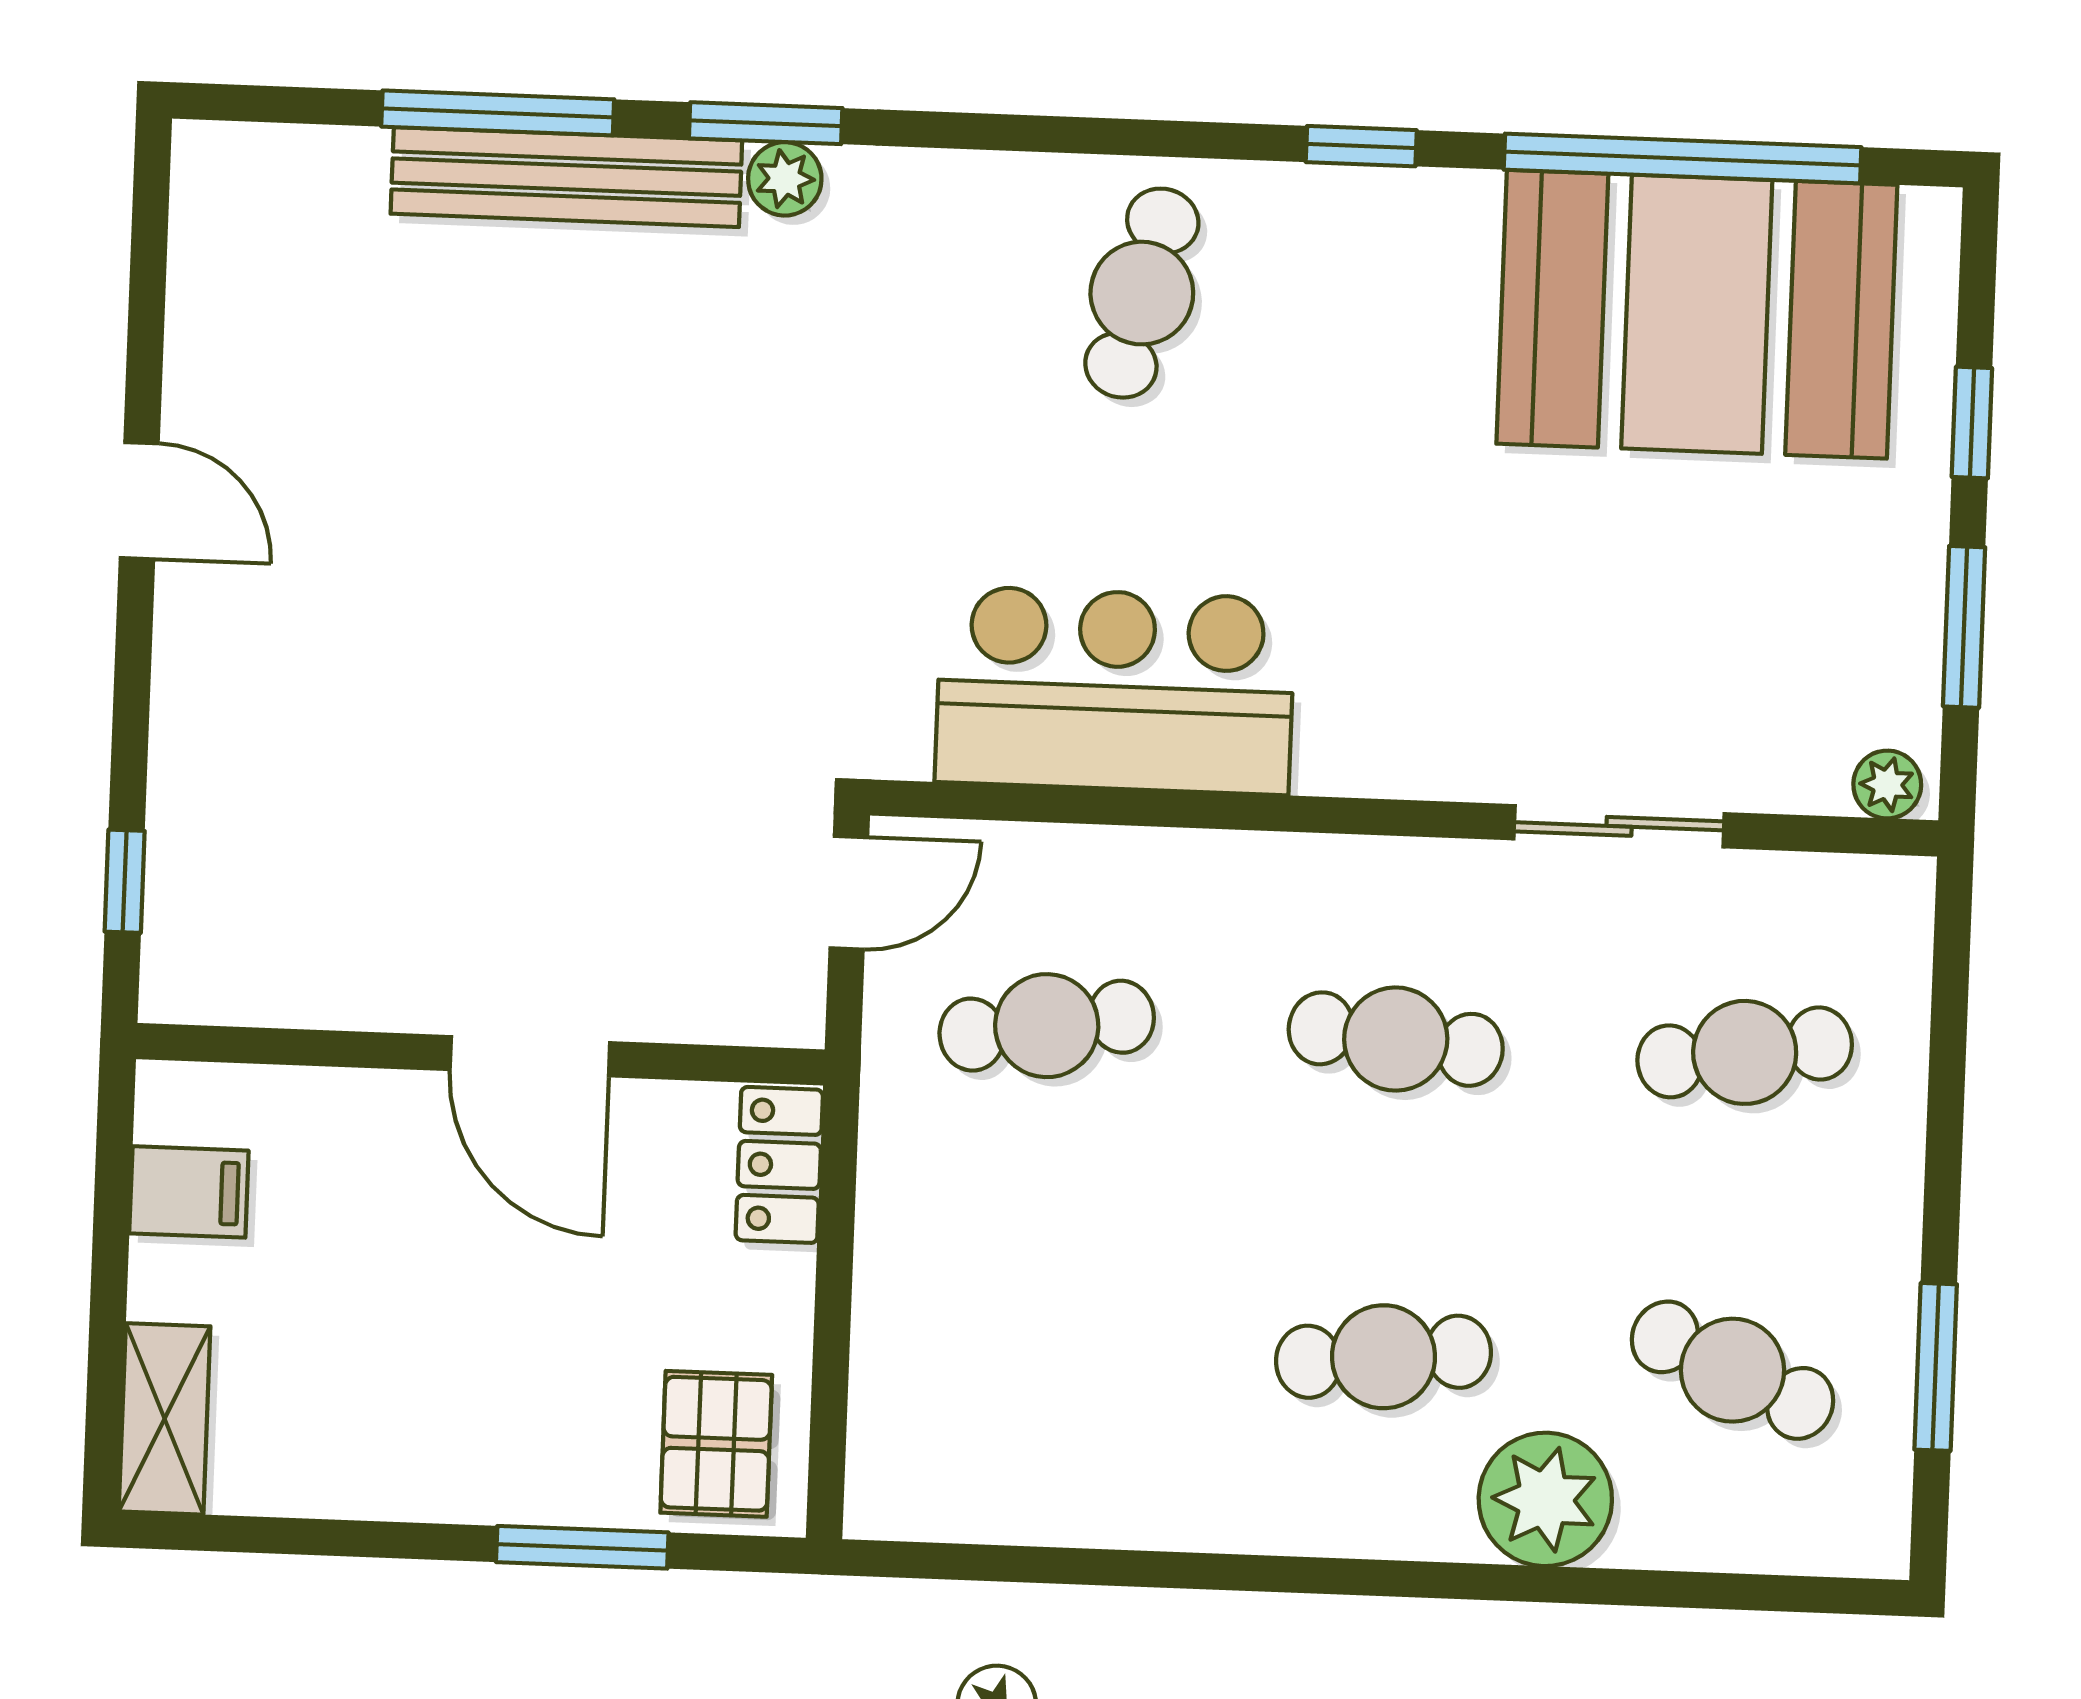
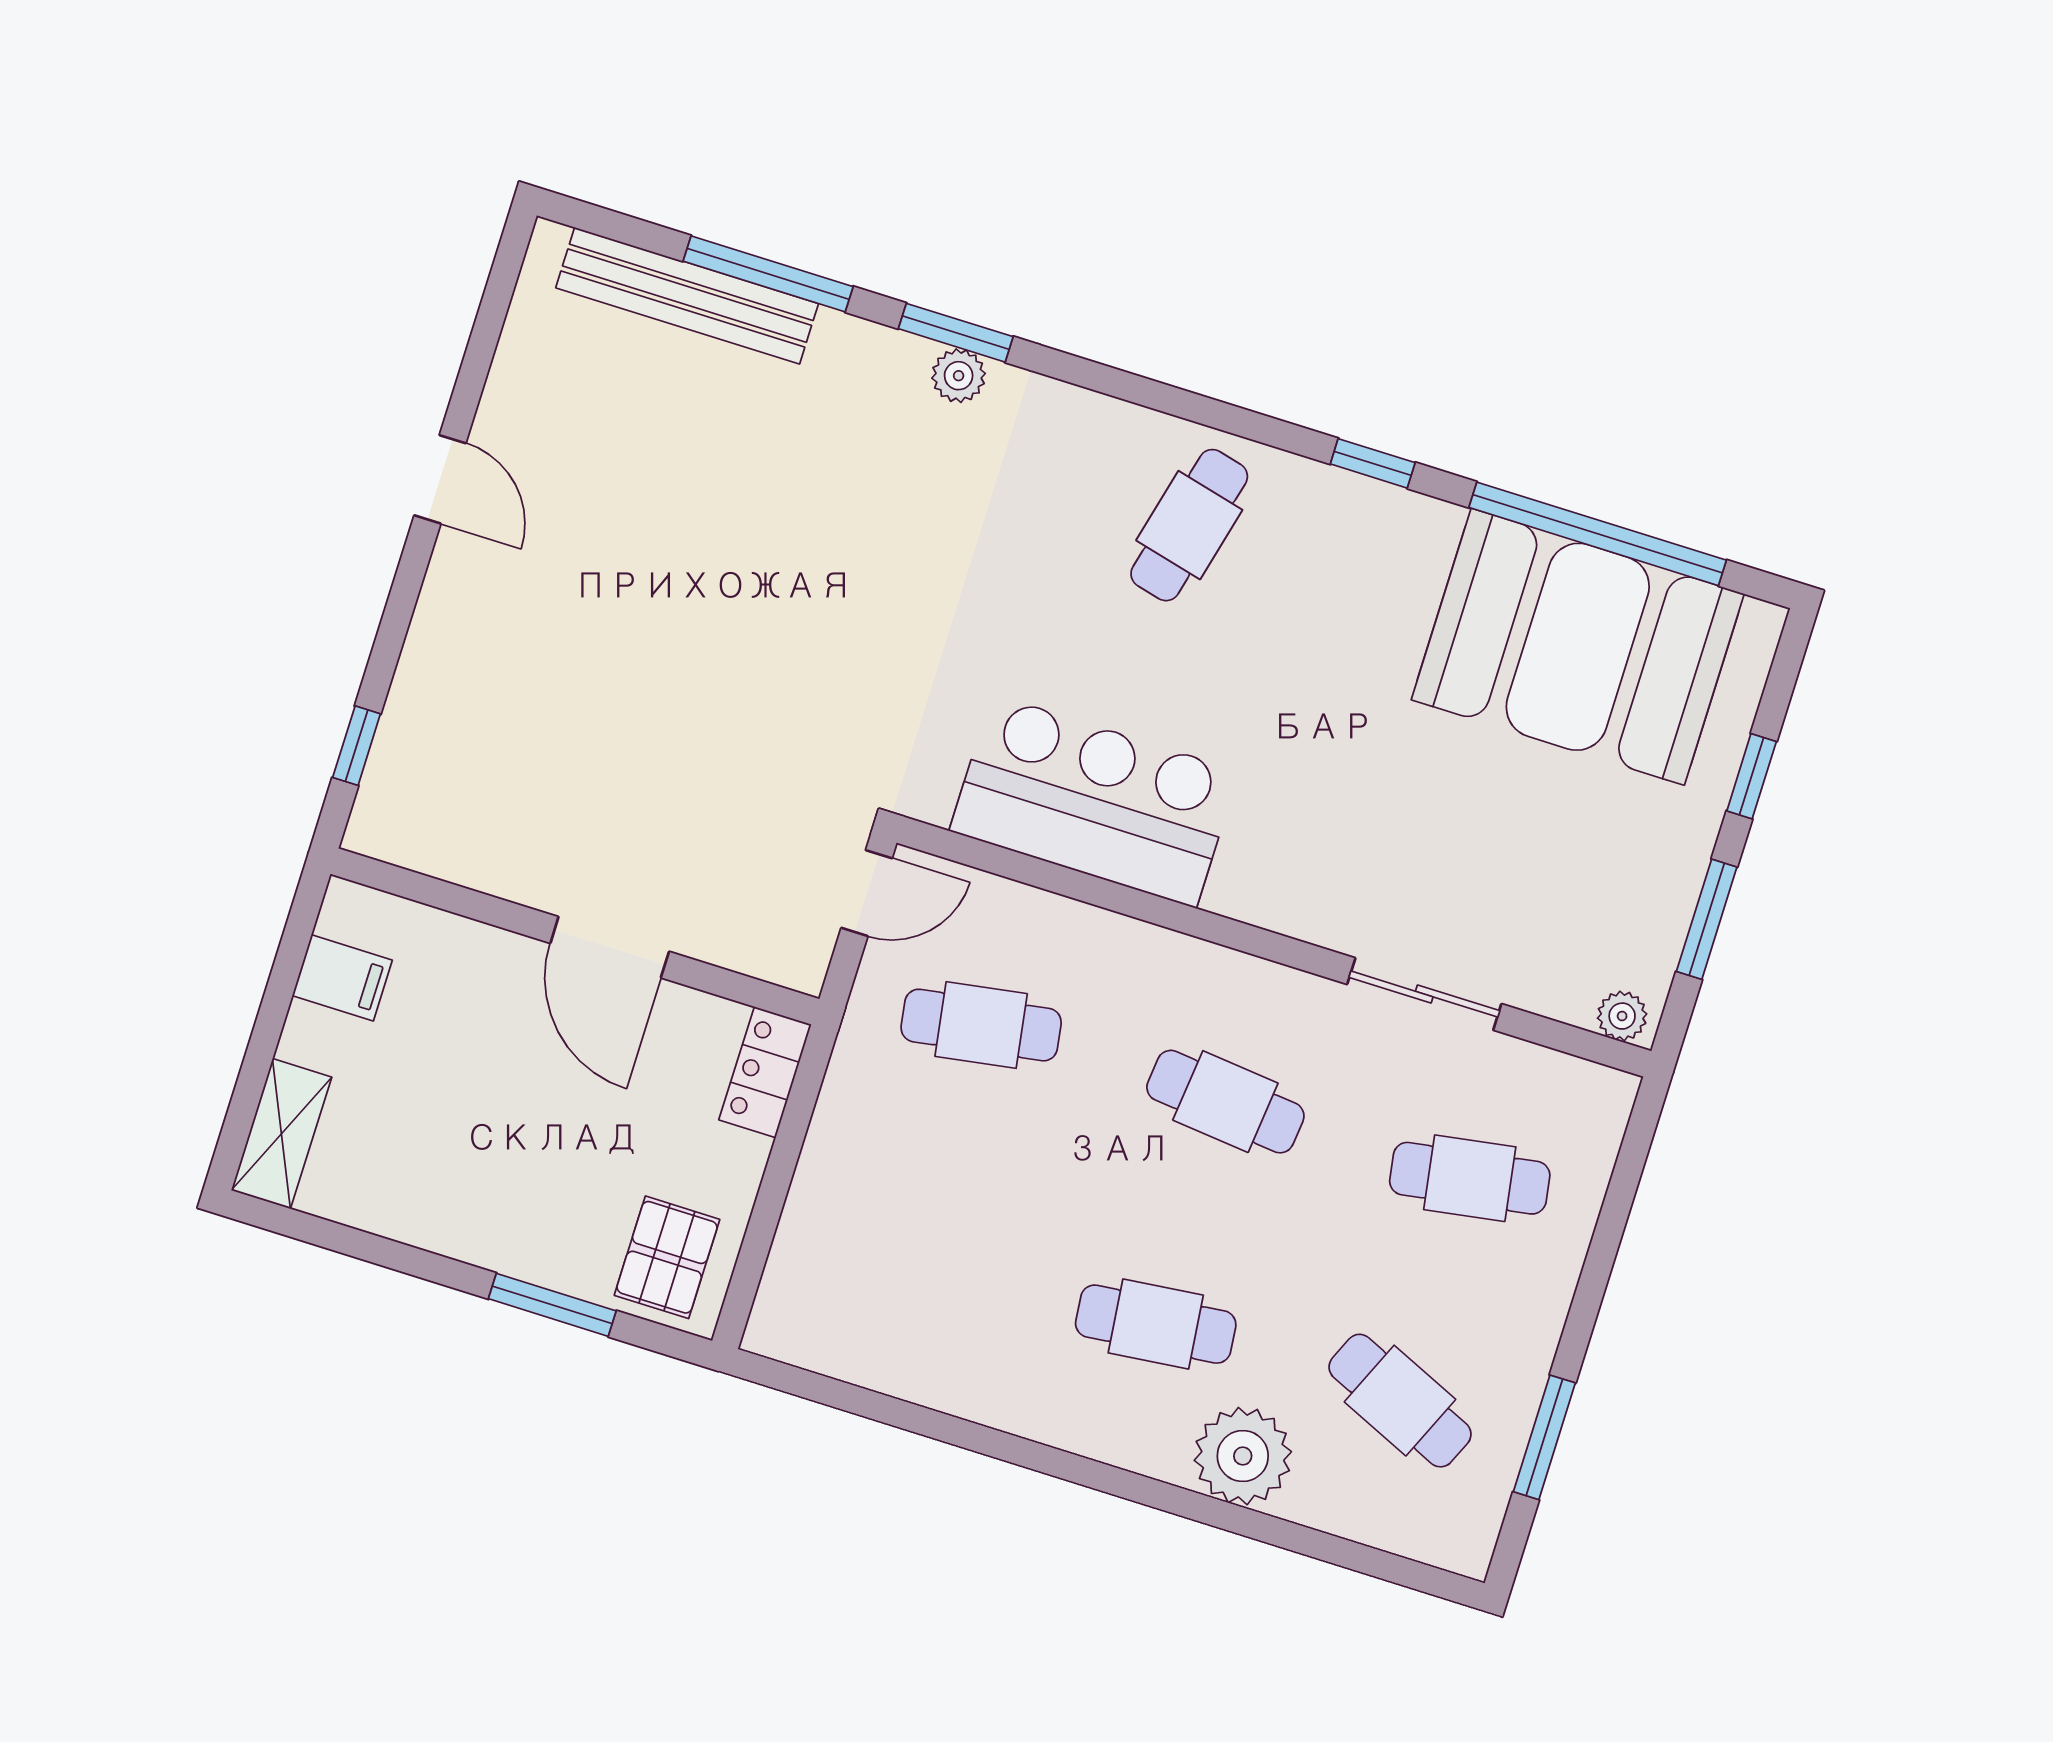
bench: (566, 177) -> (687, 296), moved

